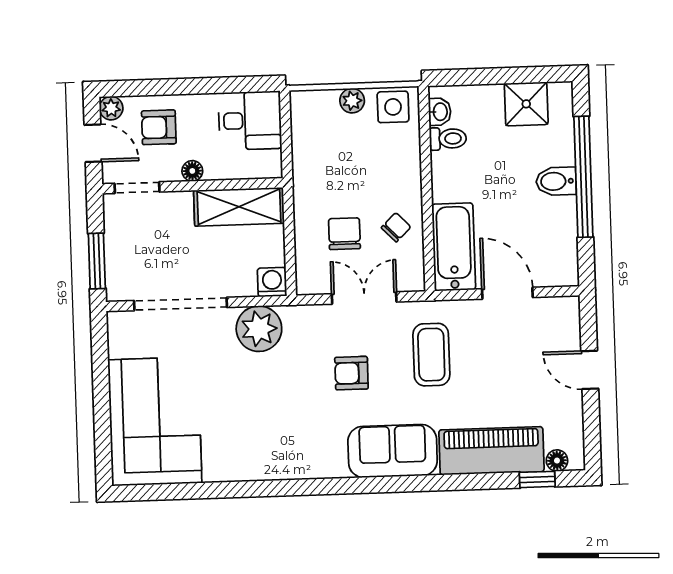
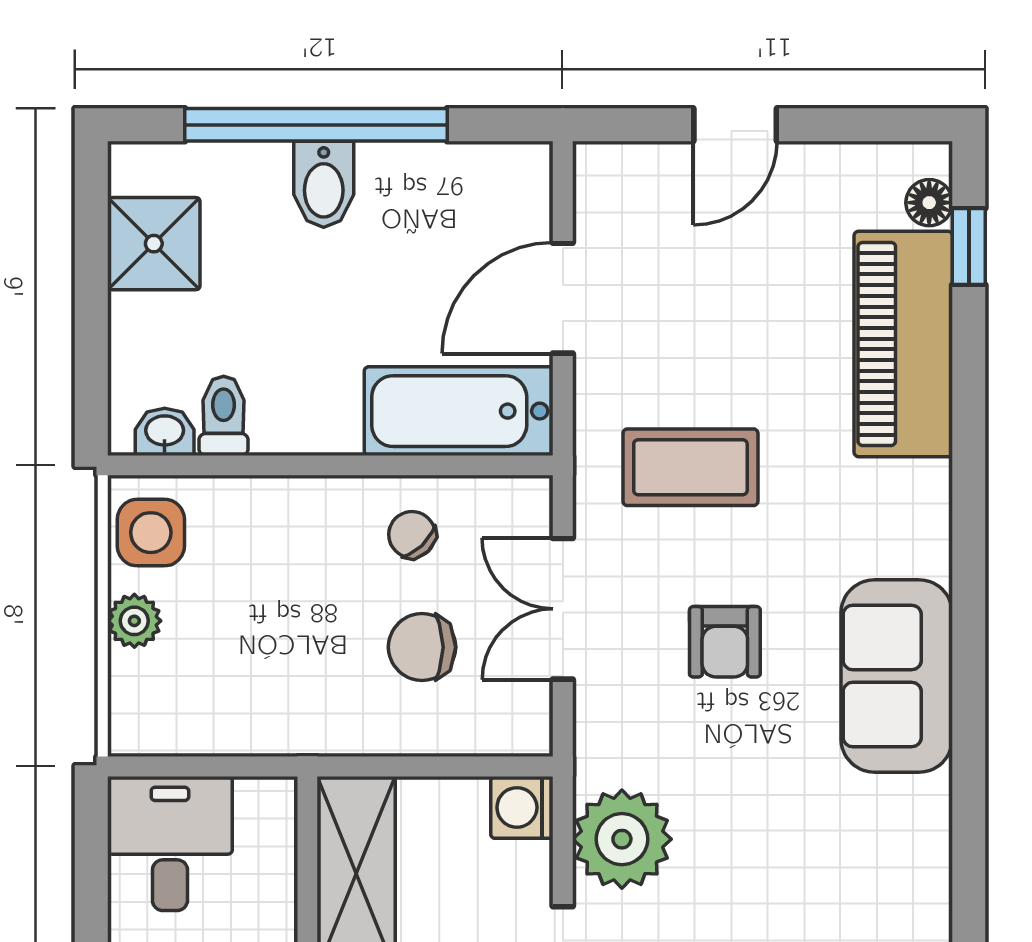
sofa: (393, 451) -> (897, 676), moved

